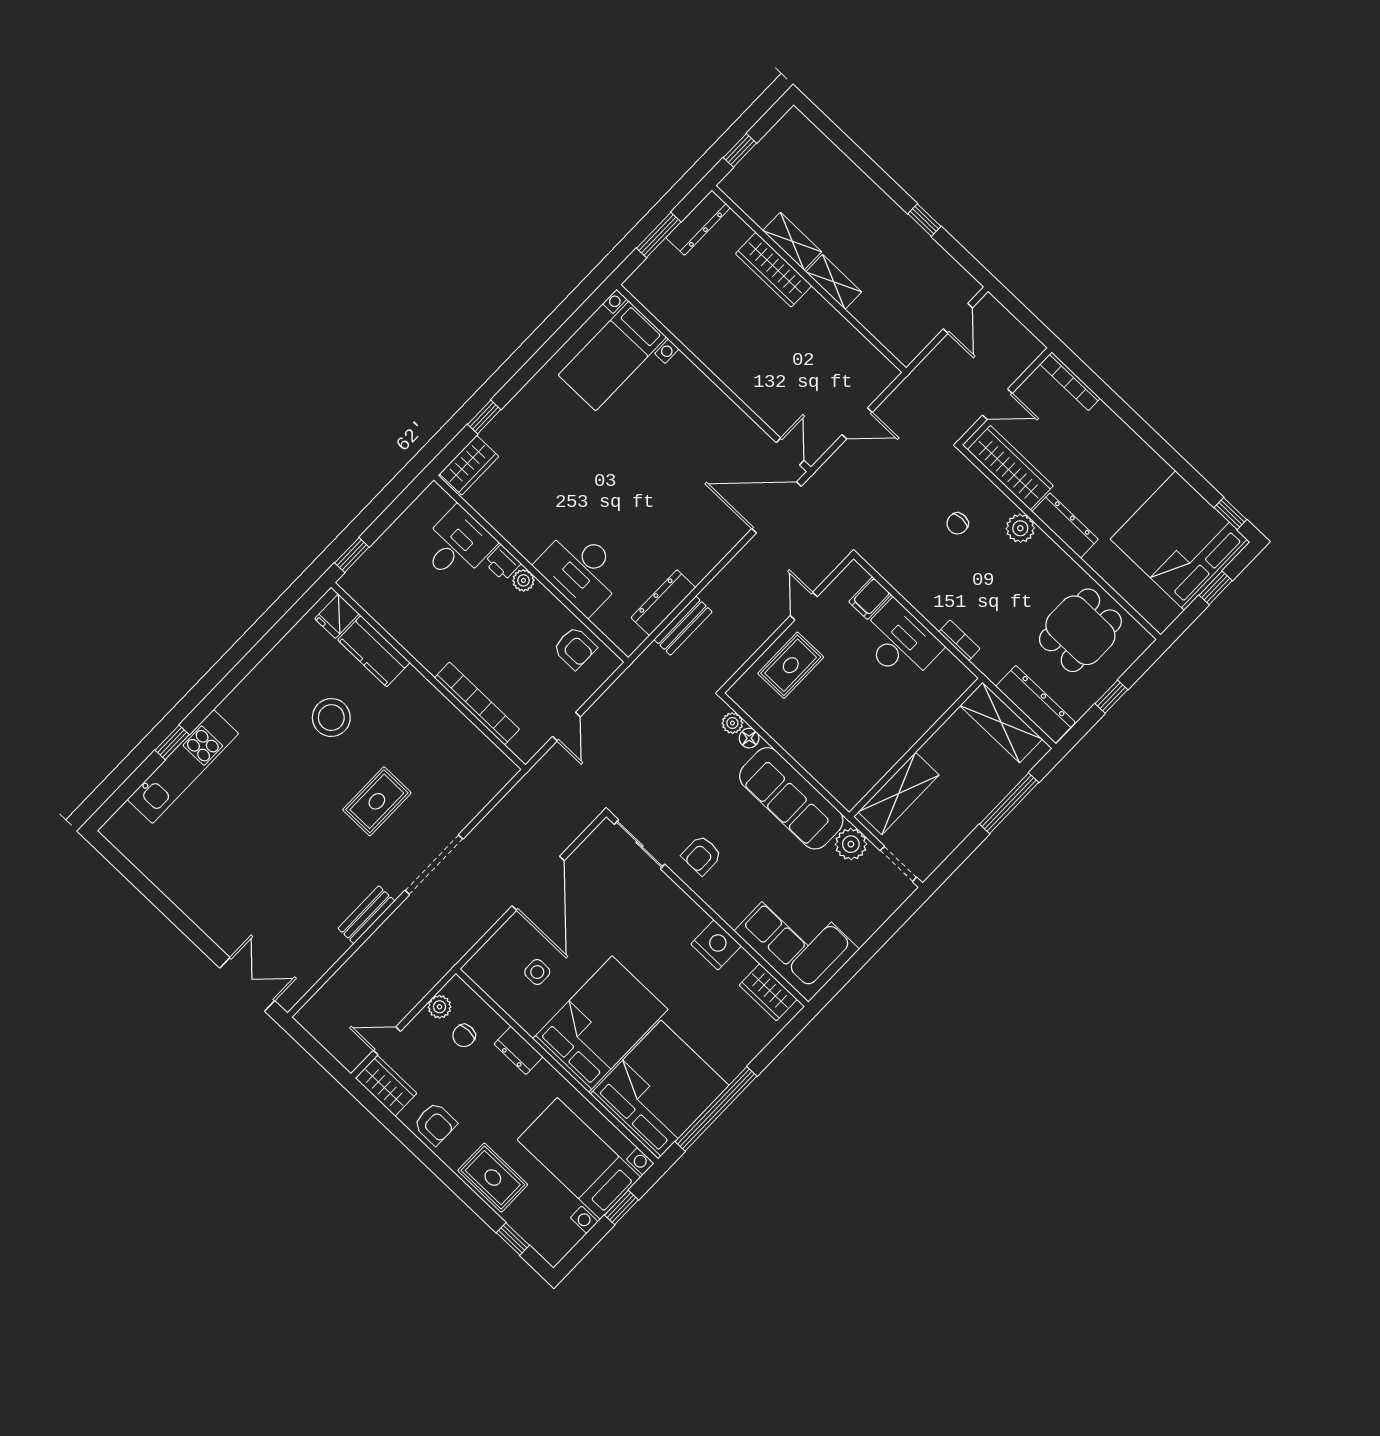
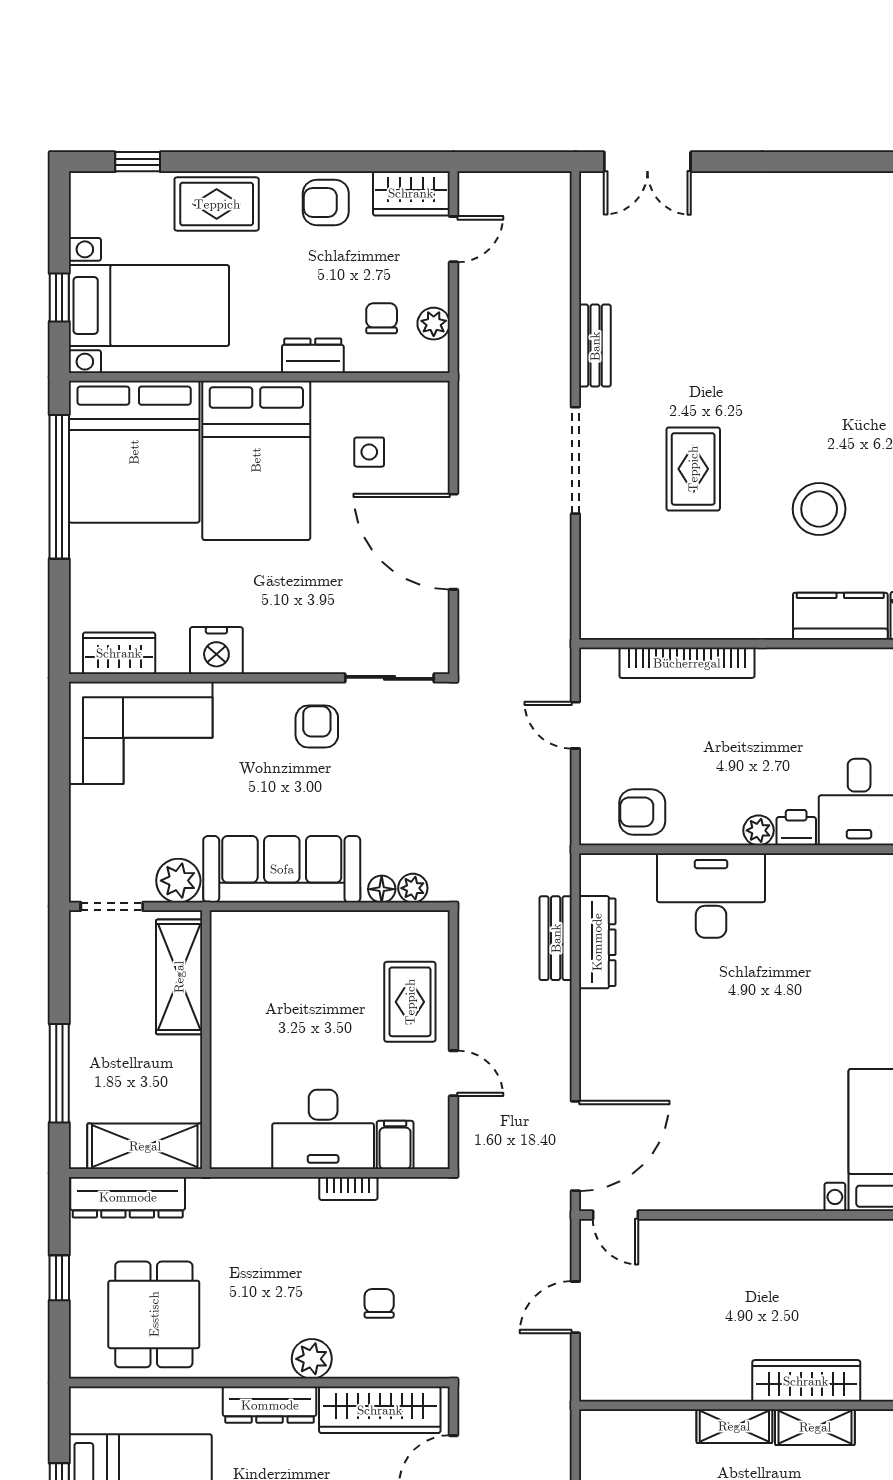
bookcase: (959, 640) -> (348, 1188), moved

